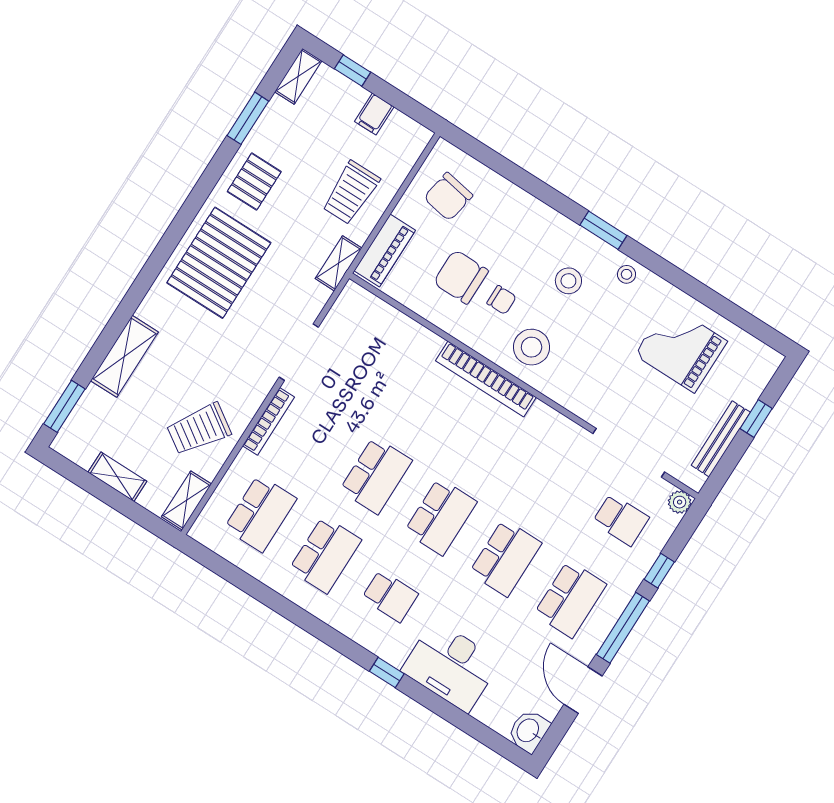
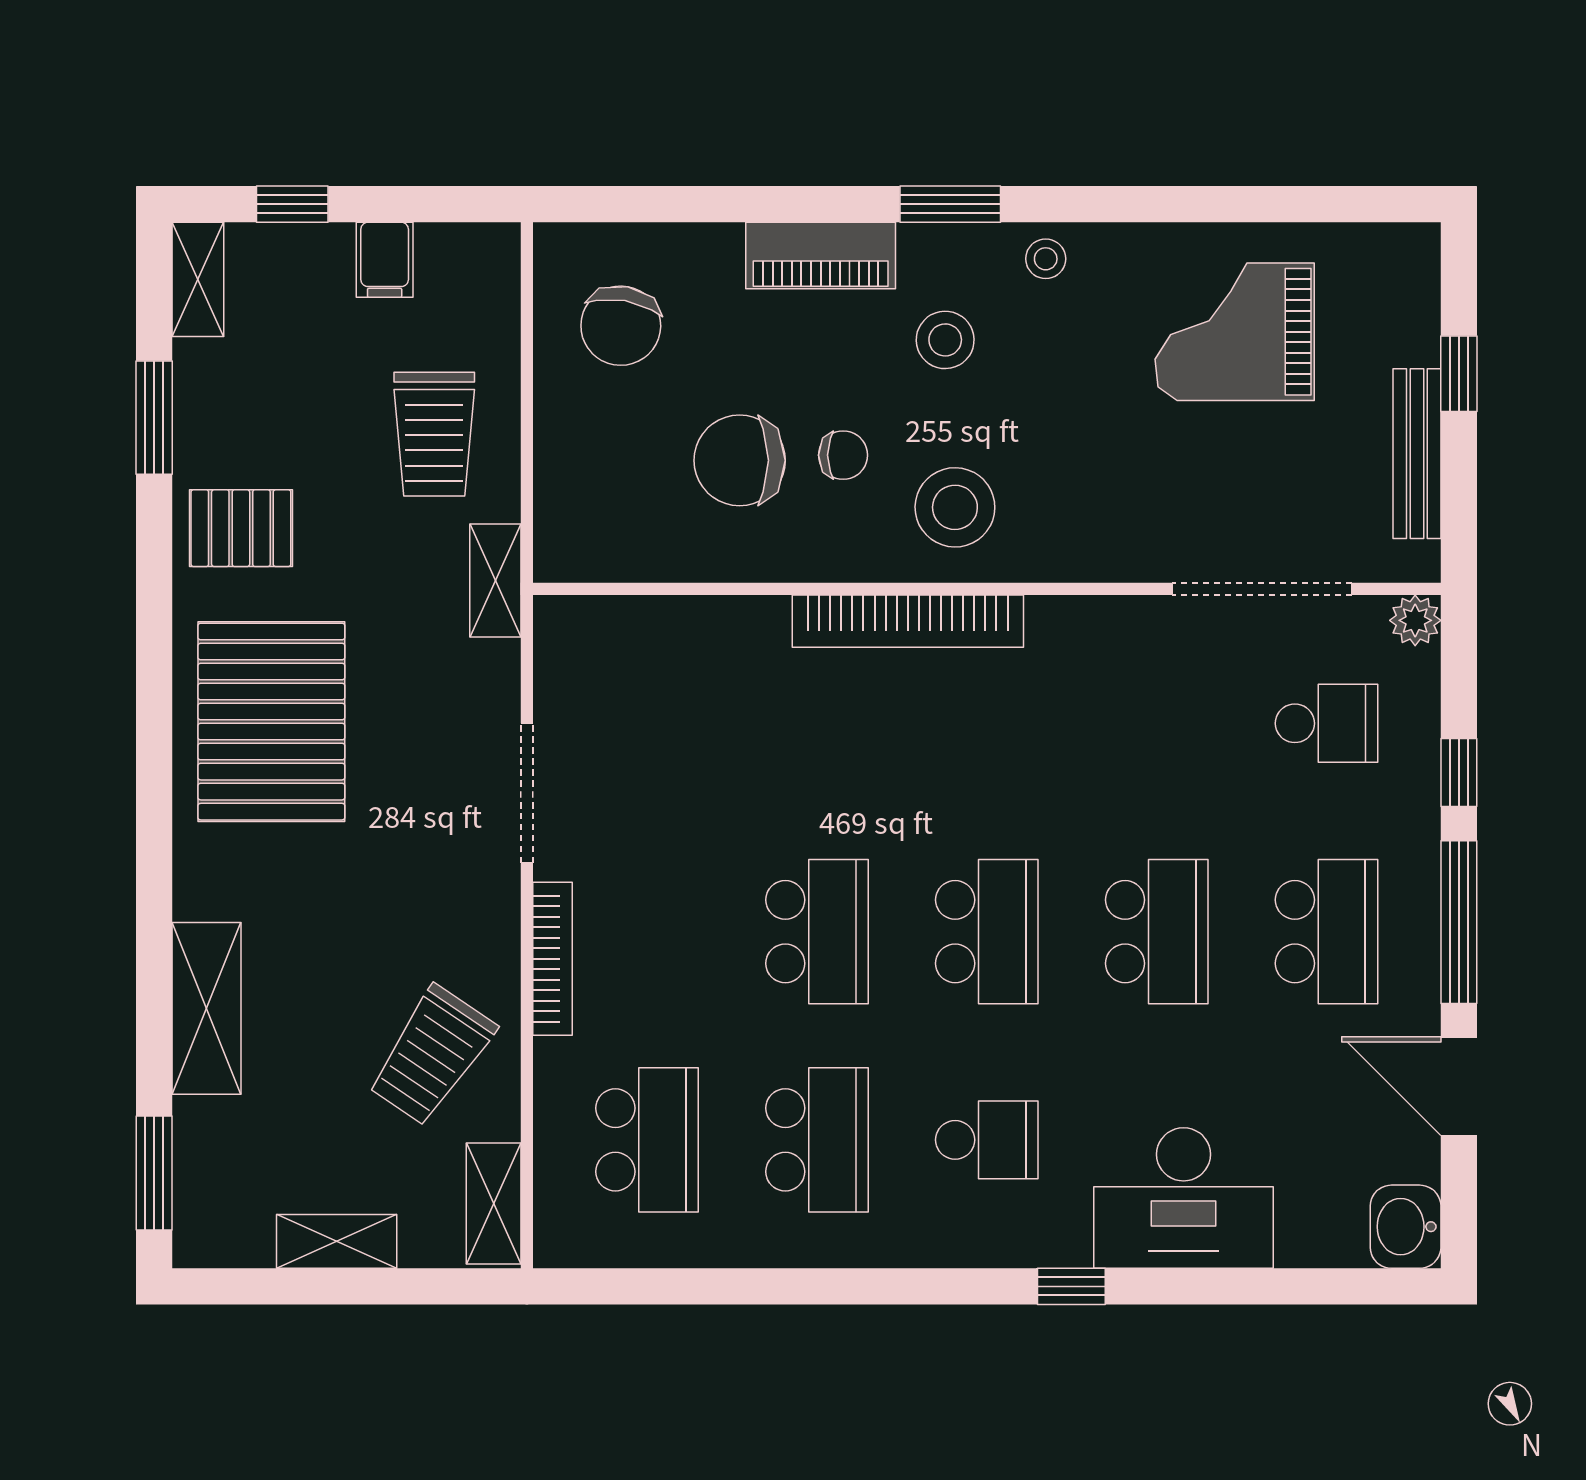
pallet: (254, 182) -> (241, 528), turned 90
piano: (385, 250) -> (821, 256), moved, turned 90

